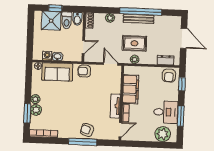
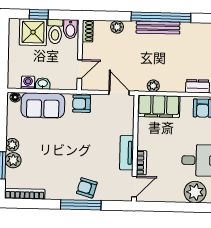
rug: (134, 43) -> (153, 63), removed
filing cabinet: (131, 89) -> (159, 106), moved, turned 90

